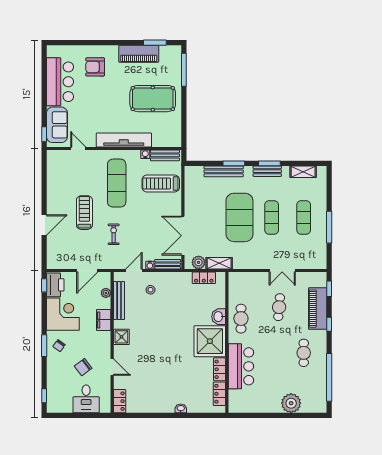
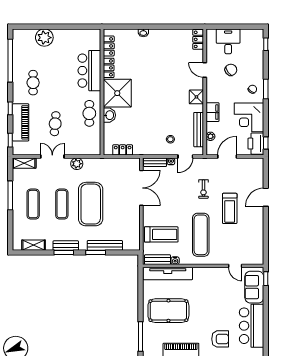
tv unit: (124, 140) -> (168, 273), moved
plant: (199, 262) -> (77, 164), moved
shelving: (219, 263) -> (24, 163), moved

